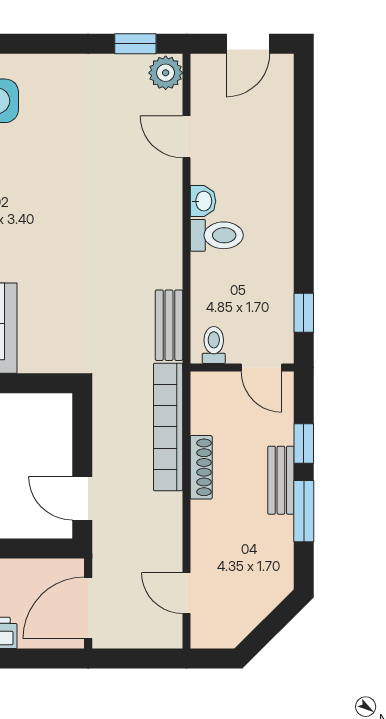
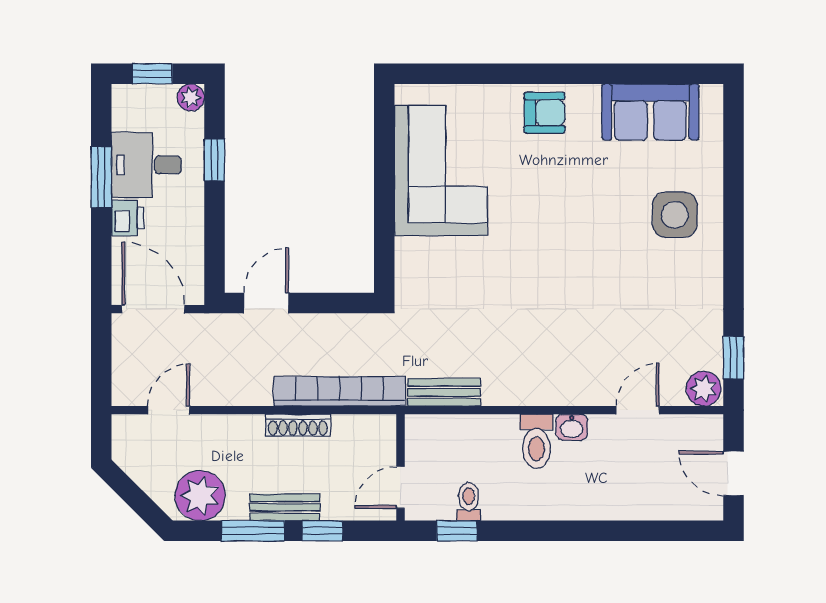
toilet: (214, 345) -> (469, 502), moved, turned -90
plant: (270, 562) -> (200, 496), added

